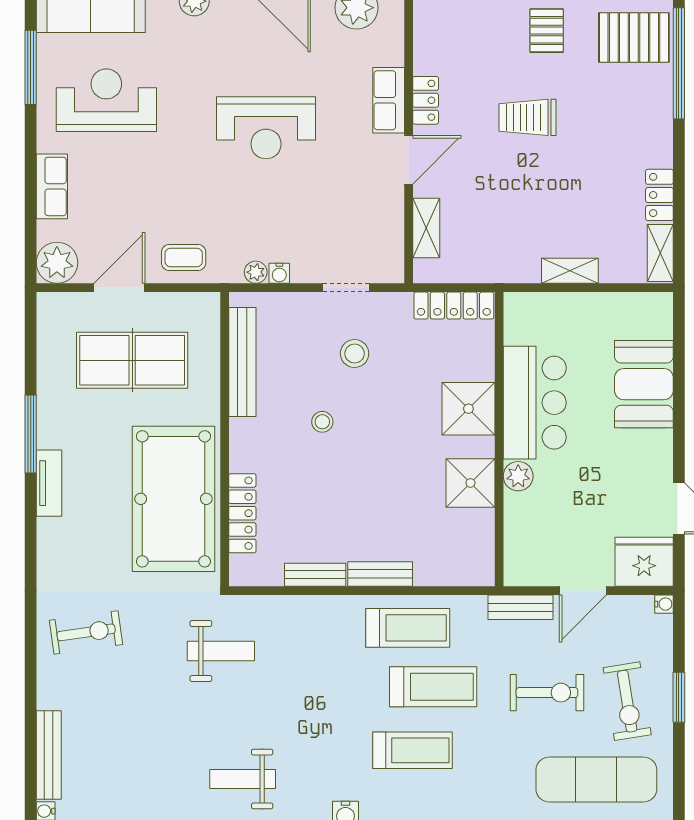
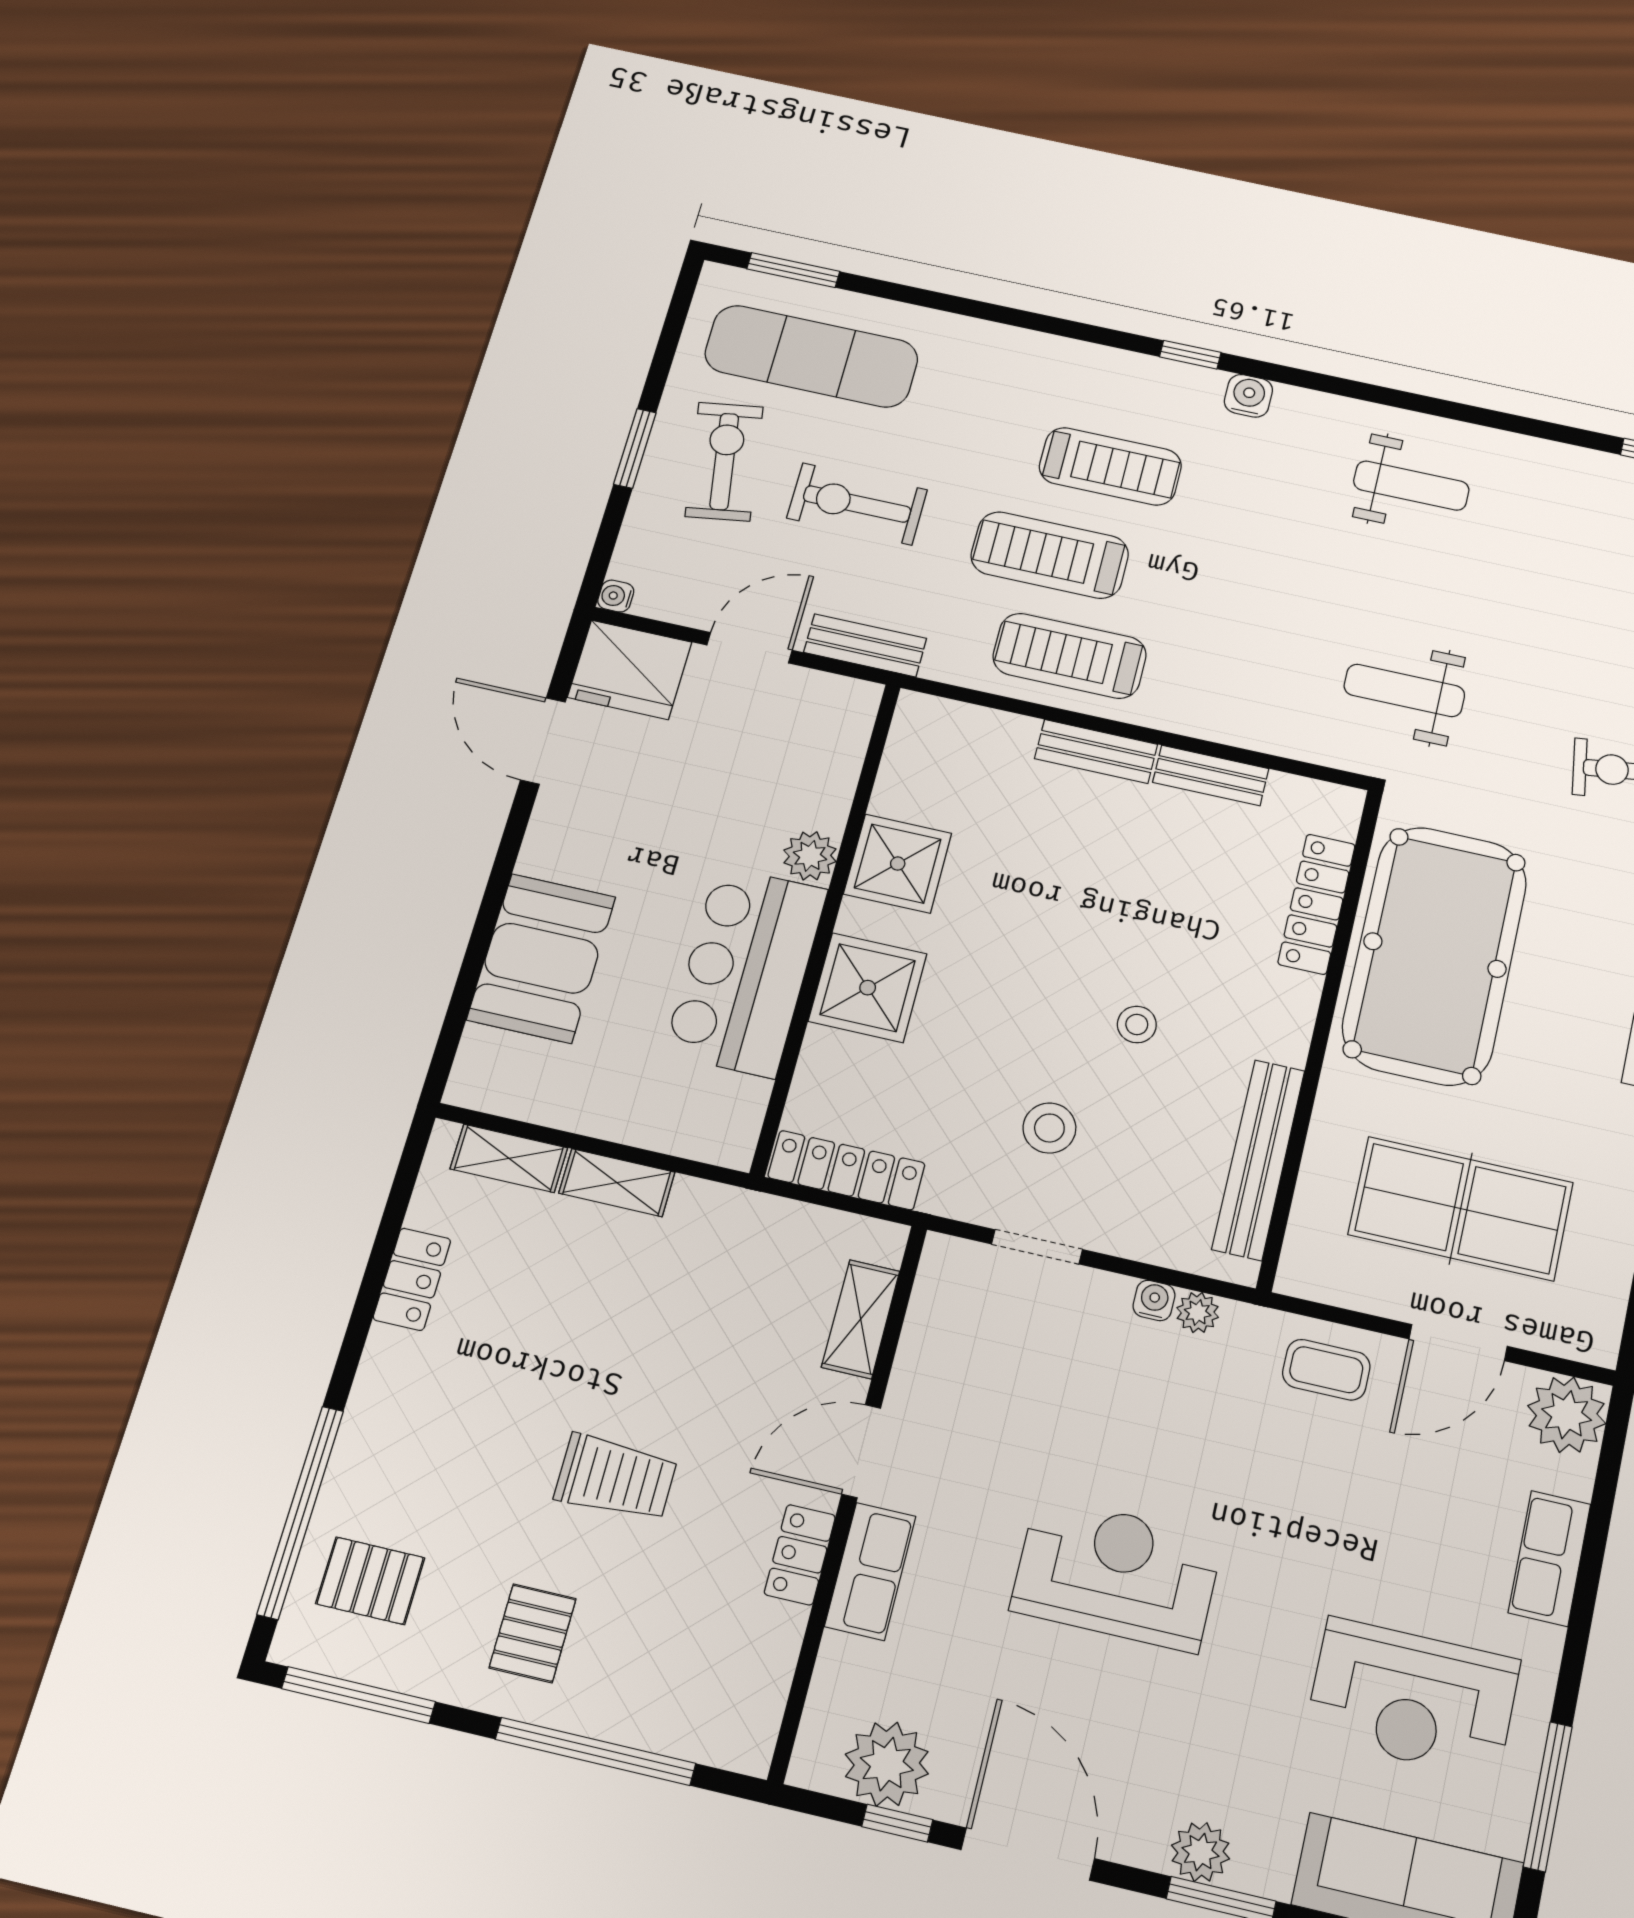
pallet: (634, 37) -> (370, 1581), width x0.67, depth x0.71
shelving: (660, 253) -> (509, 1158), moved, turned 90
treadmill: (413, 750) -> (1110, 466), turned 180

